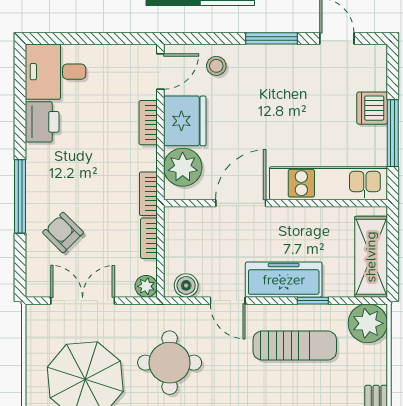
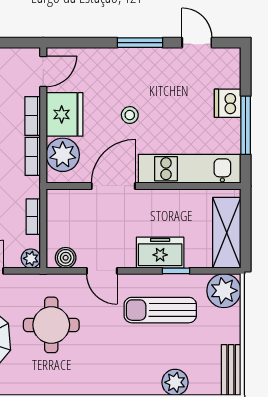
stool: (216, 66) -> (130, 115), moved
bookcase: (148, 194) -> (33, 156), moved
freezer: (284, 280) -> (160, 253), width x0.71
sun lounger: (295, 345) -> (160, 310), turned 180

